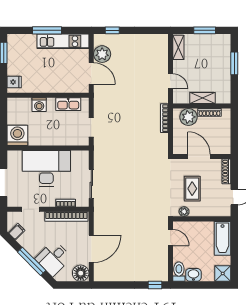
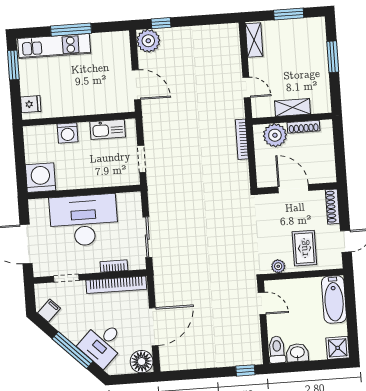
kitchen unit: (63, 41) -> (54, 46), moved
plant: (102, 54) -> (148, 41), moved
rug: (192, 189) -> (304, 248), moved

